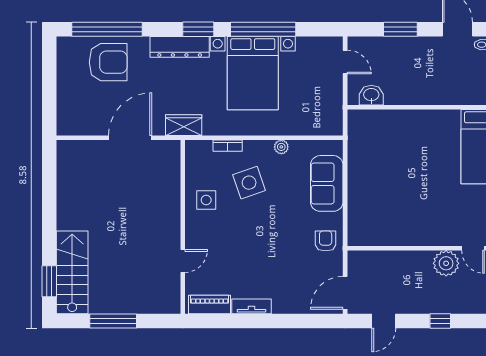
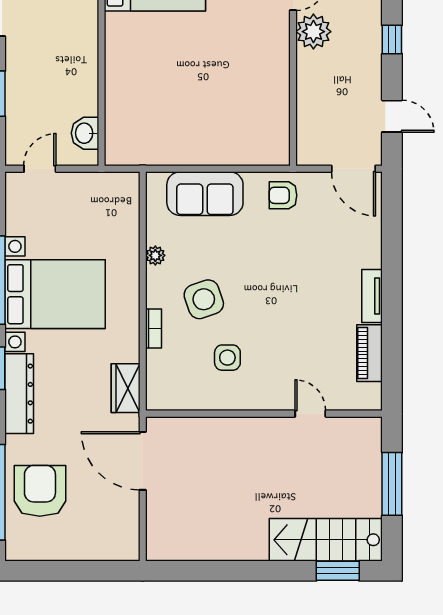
wall: (183, 227) -> (264, 414), moved
door: (183, 261) -> (310, 414), moved

